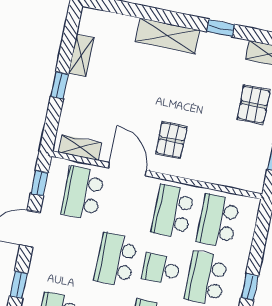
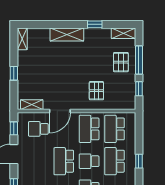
shelving: (81, 55) -> (22, 39), moved
pallet: (171, 140) -> (96, 91), moved
door: (127, 169) -> (60, 111), swing flipped
school desk: (83, 193) -> (38, 129), width x0.54

